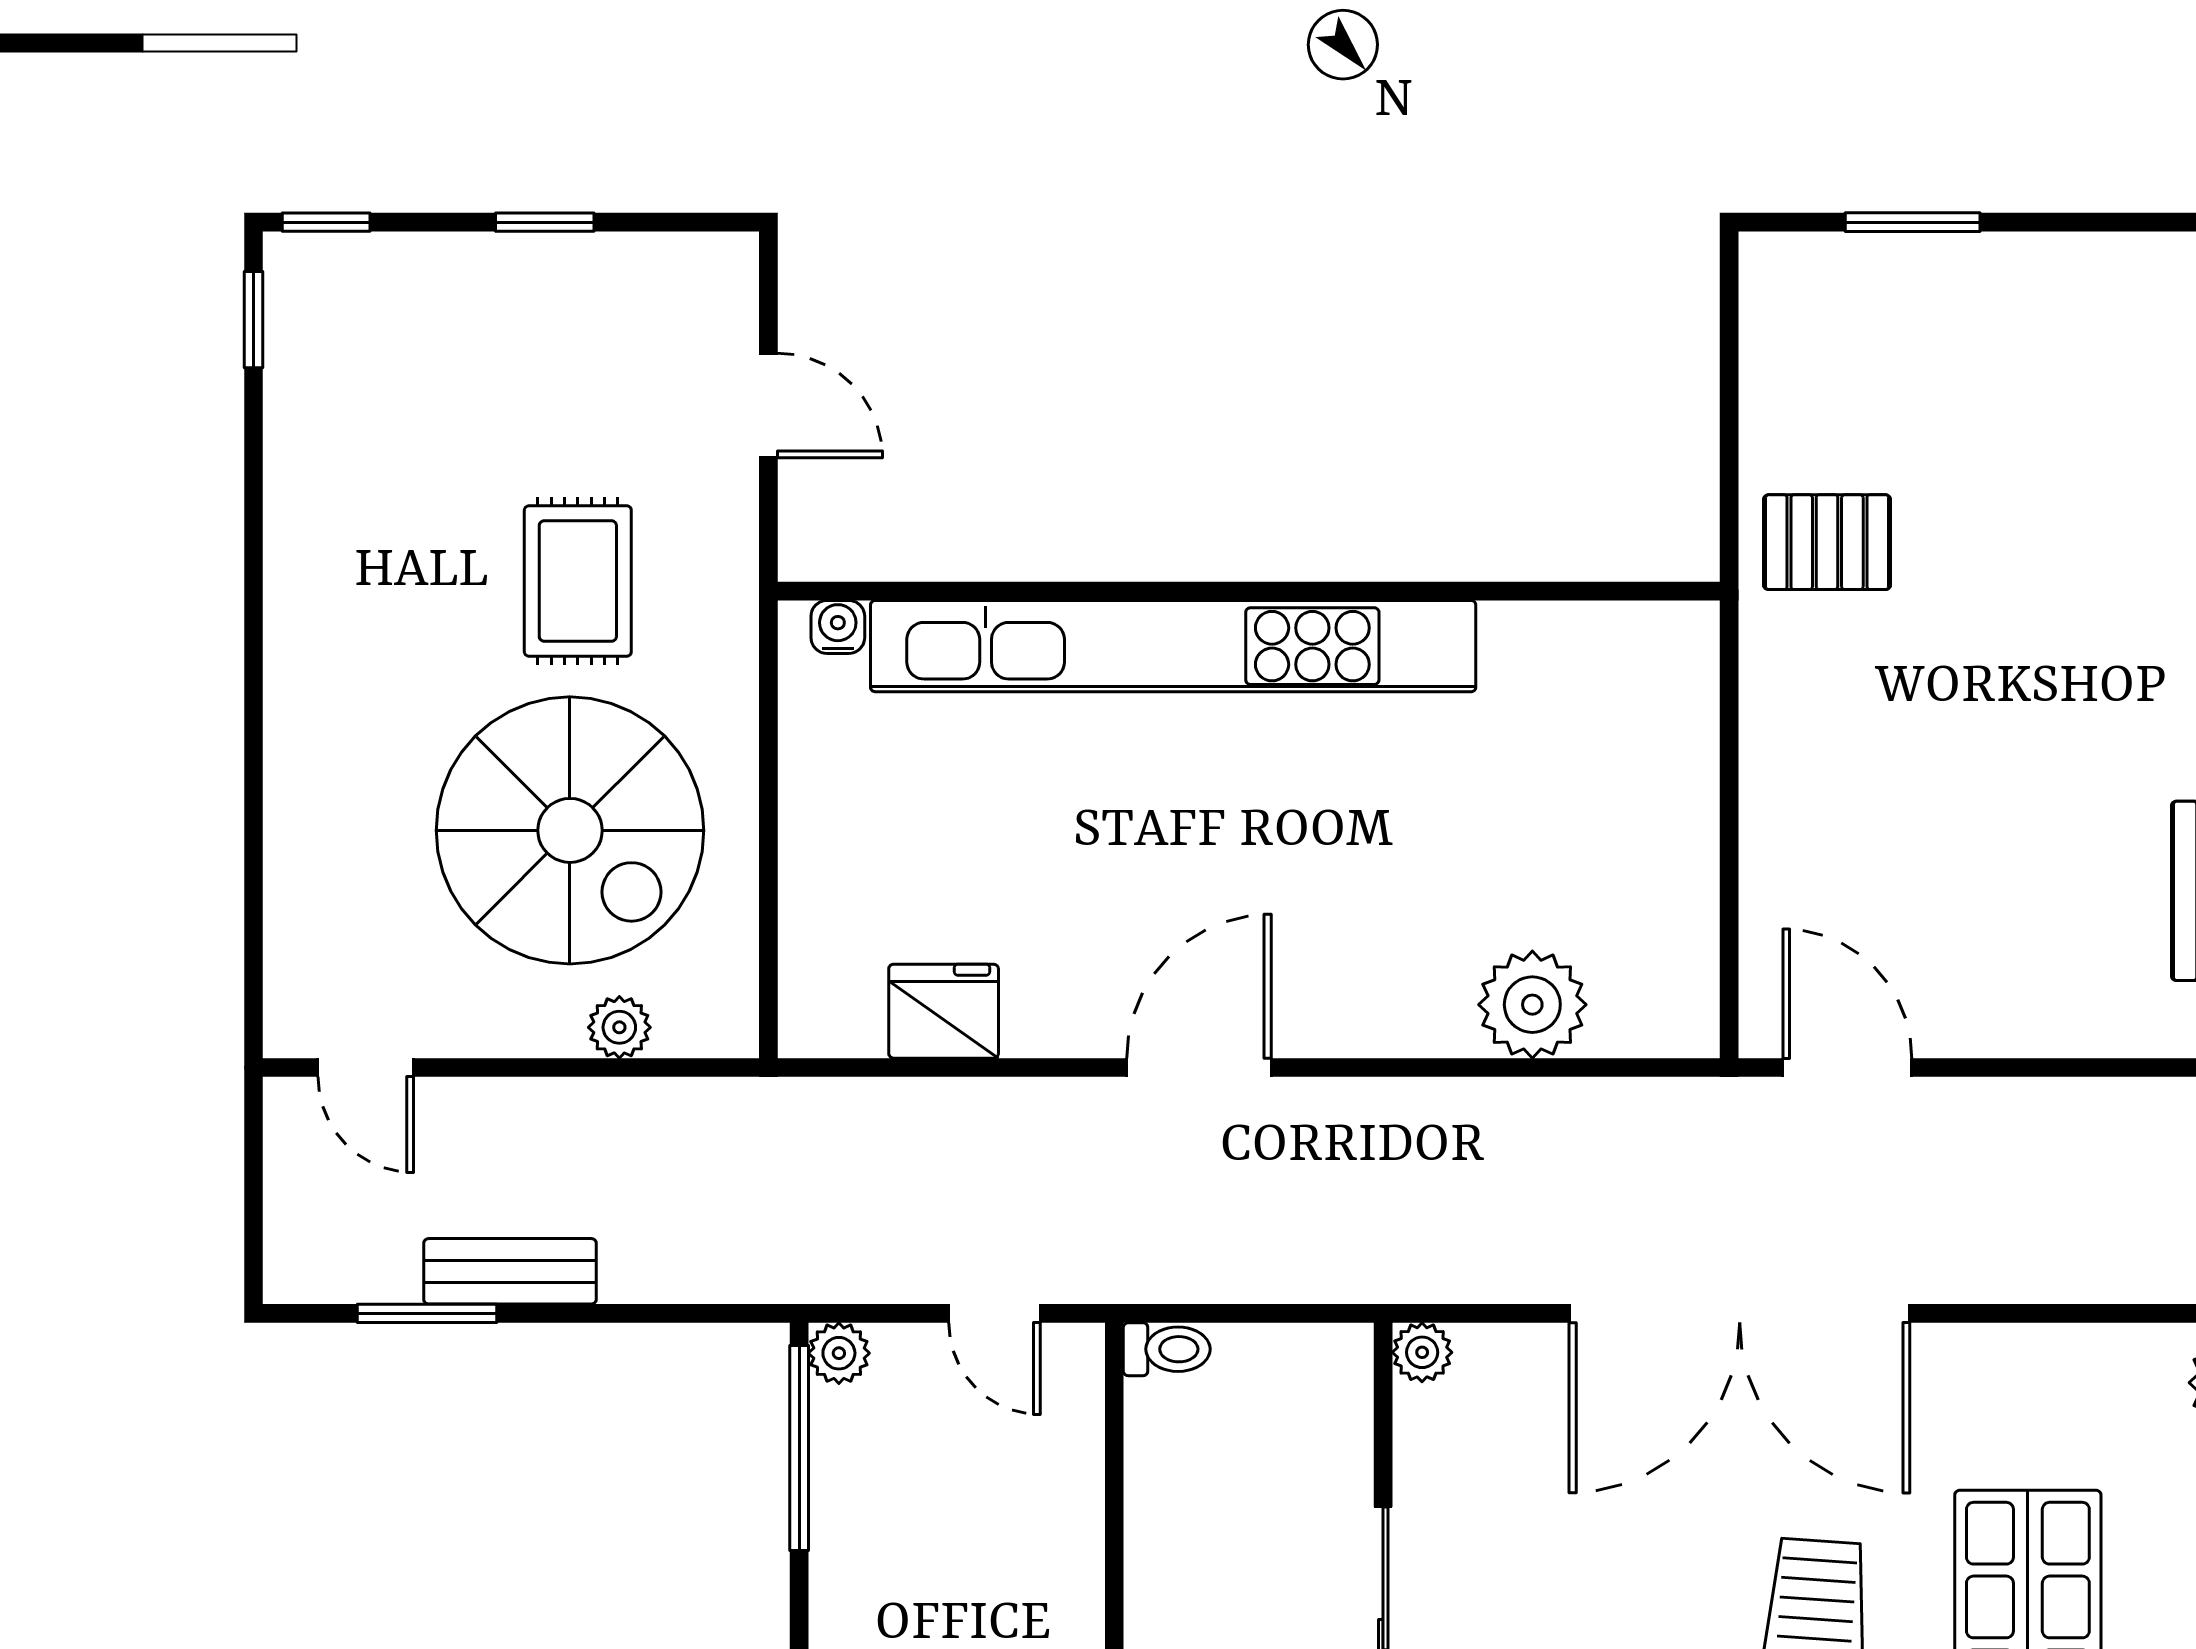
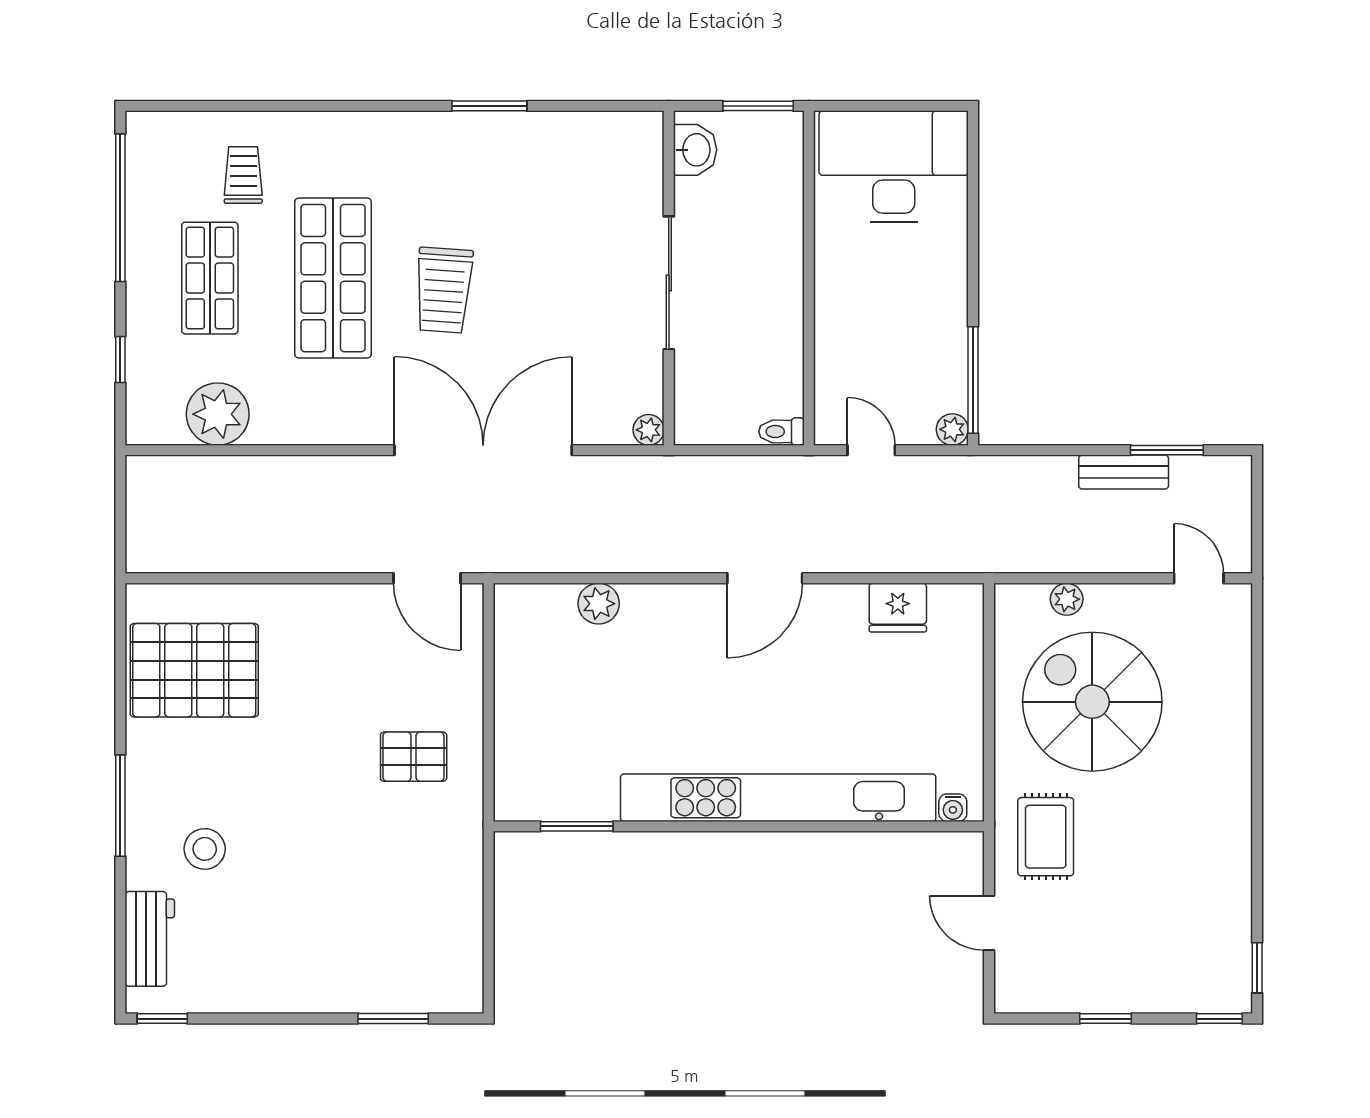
pallet: (1827, 542) -> (414, 757), moved
rug: (578, 581) -> (1046, 837), moved
window: (1560, 591) -> (577, 826), added
plant: (1532, 1005) -> (599, 604), width x0.73, depth x0.73

